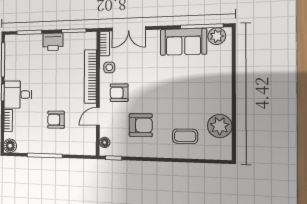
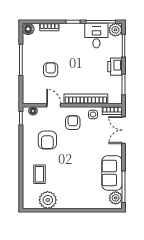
plant: (12, 42) -> (115, 30), added
desk: (18, 95) -> (96, 36), moved

